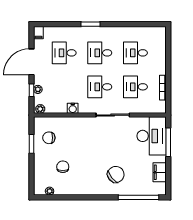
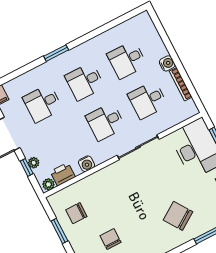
water cooler: (161, 69) -> (167, 63), added
printer: (53, 107) -> (63, 174), added
chair: (116, 174) -> (178, 216), turned -86

